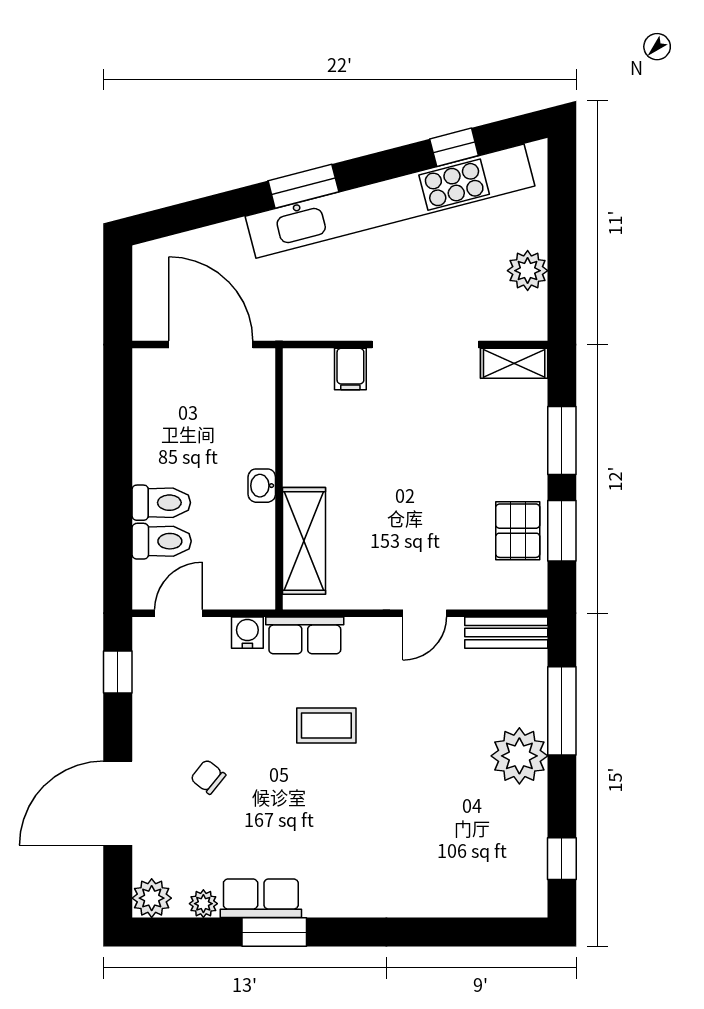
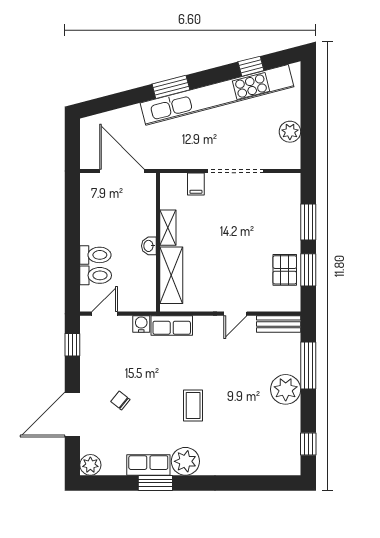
shelving: (514, 363) -> (168, 228), moved, turned 90
coffee table: (326, 725) -> (193, 405), moved, turned 90
plant: (203, 904) -> (185, 461), moved, width x1.88, depth x1.88

